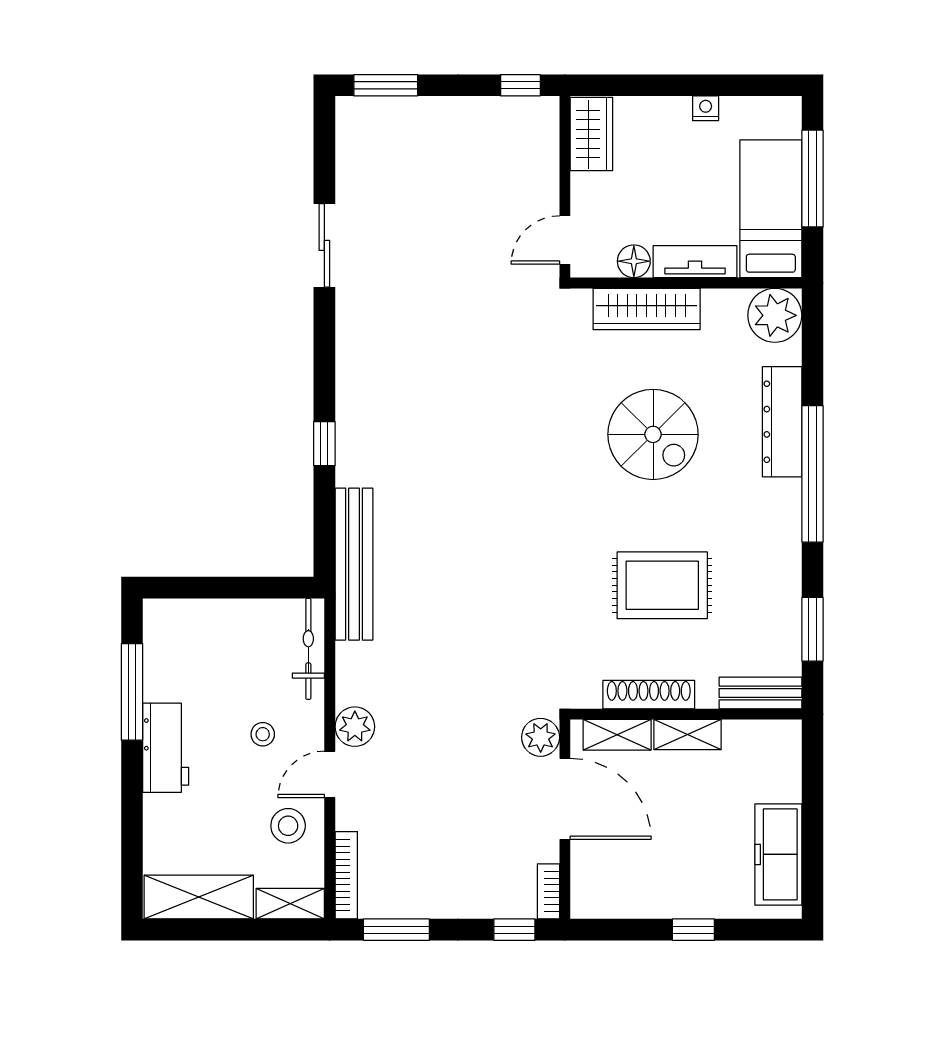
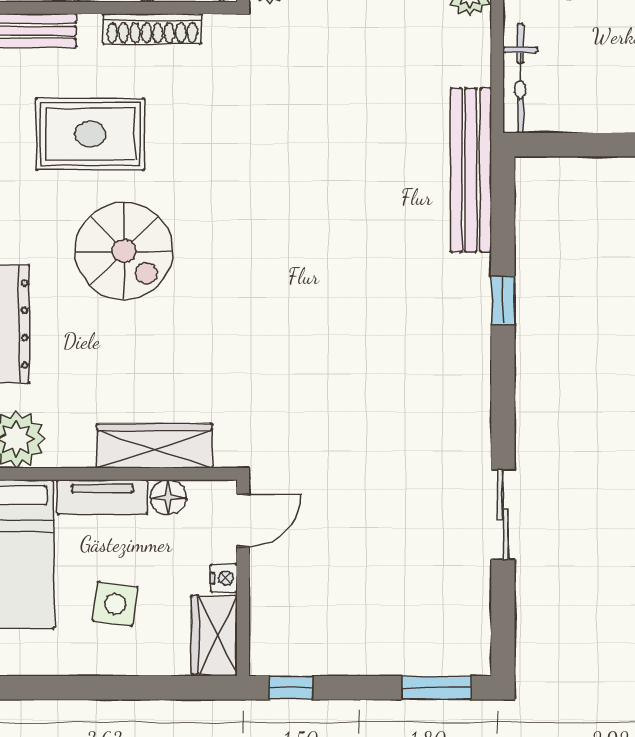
nightstand: (706, 108) -> (224, 578), moved, turned -90
side table: (683, 163) -> (115, 604), added
spiral stairs: (653, 434) -> (124, 251), moved, turned 180
rug: (662, 585) -> (90, 134), moved

